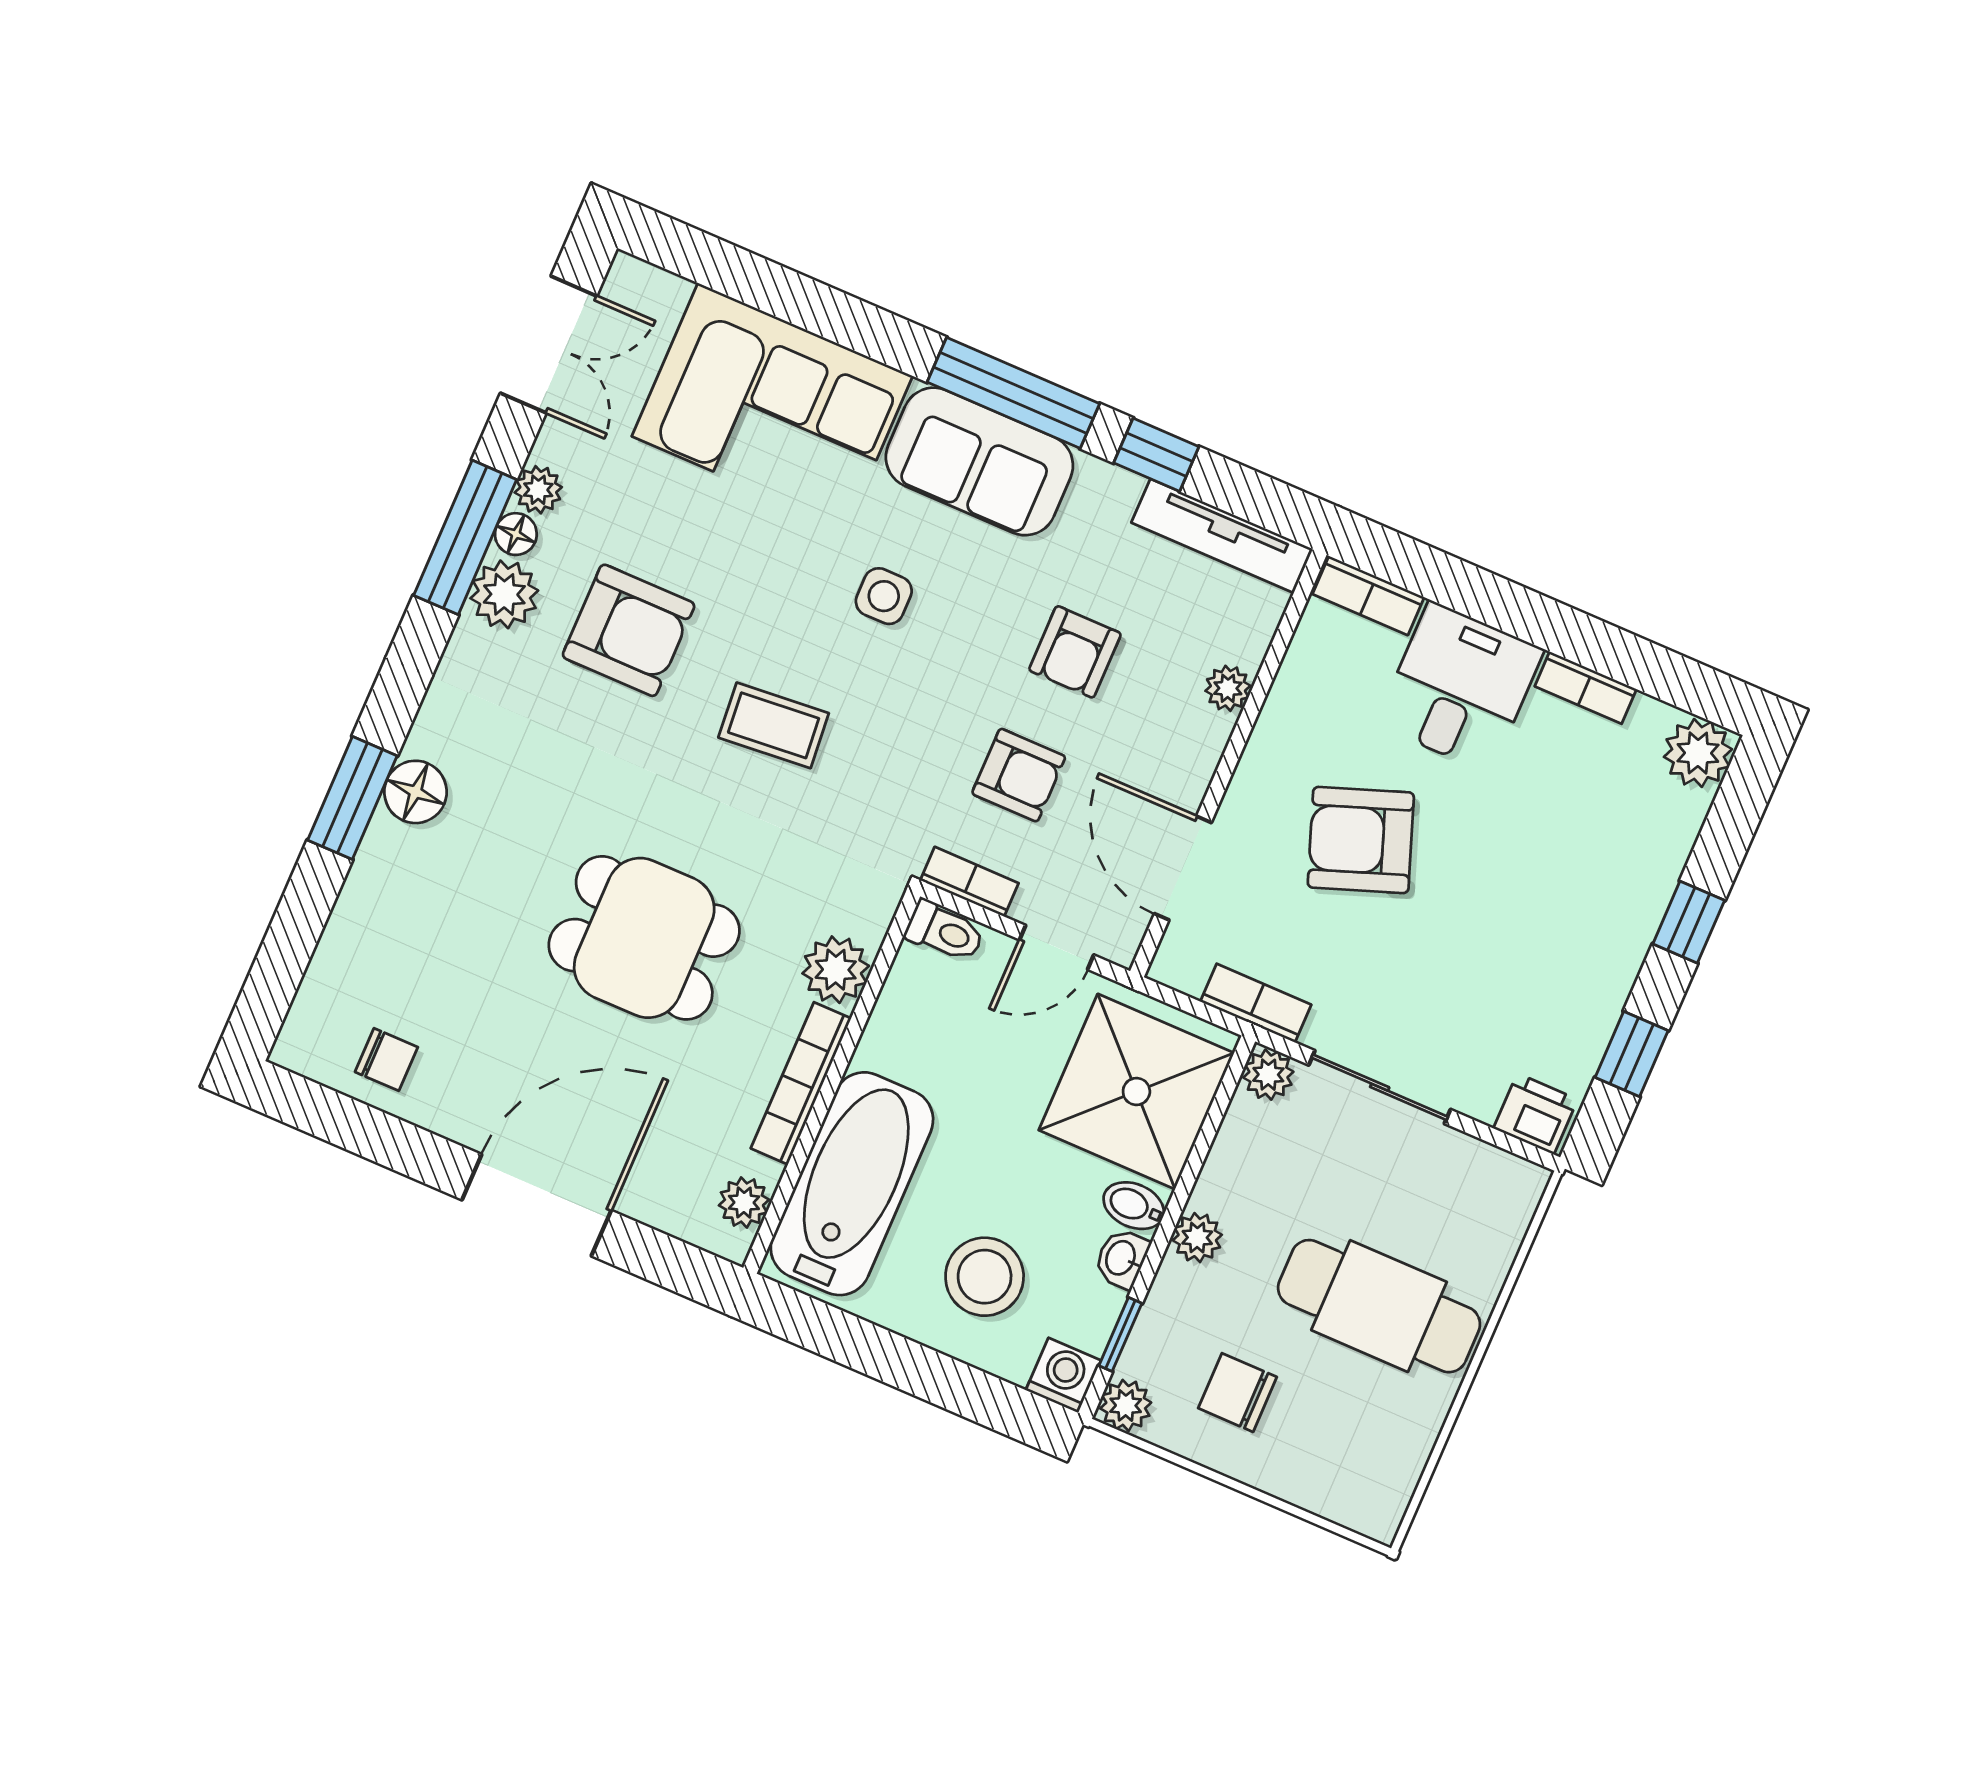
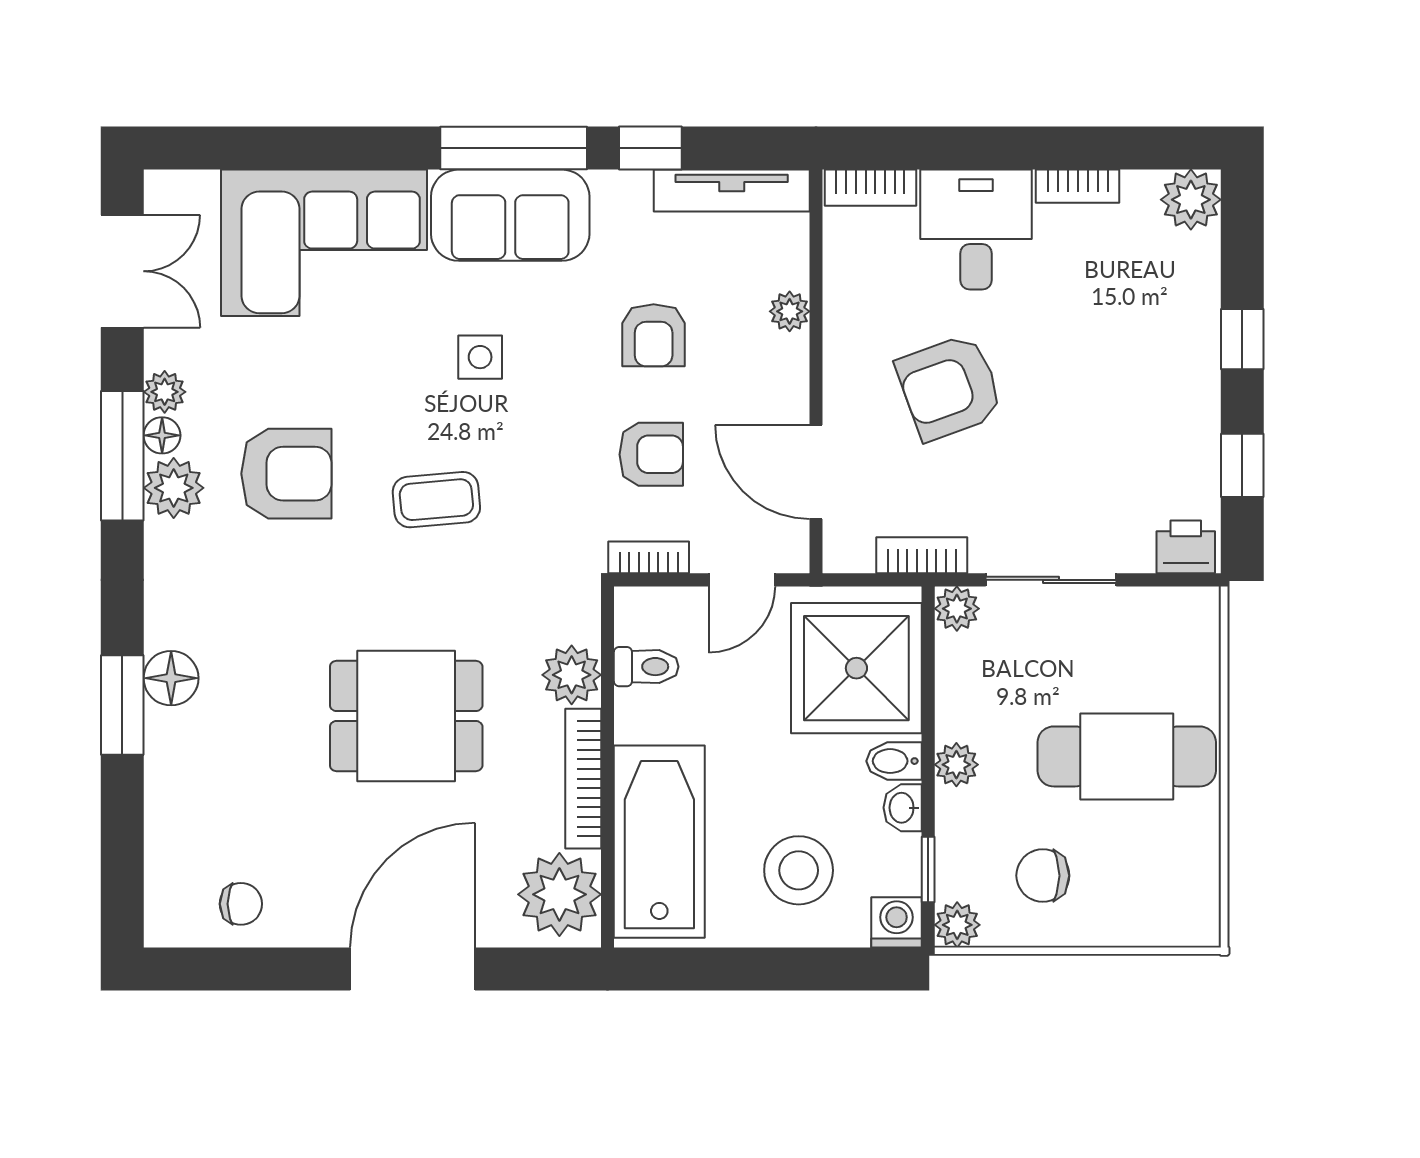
toilet: (945, 932) -> (646, 667), moved
plant: (744, 1203) -> (559, 894), width x1.87, depth x1.87

